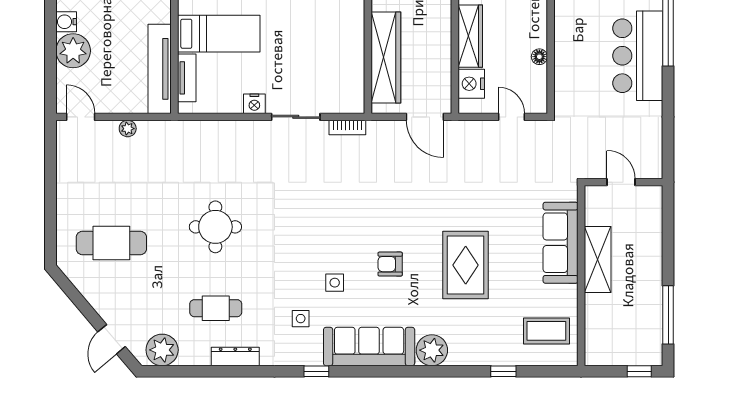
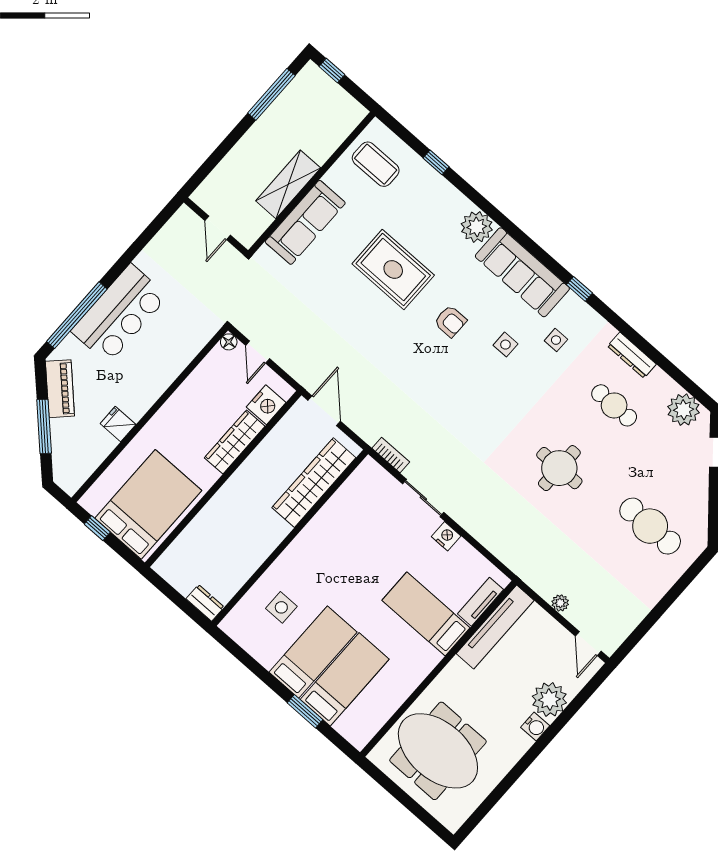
floor lamp: (539, 57) -> (229, 342), moved
rug: (466, 265) -> (393, 270), turned 90

